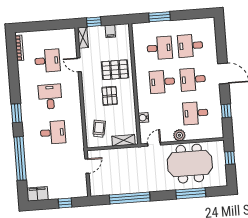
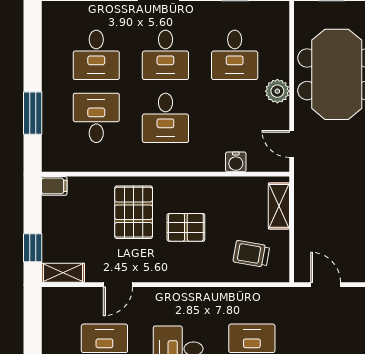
filing cabinet: (110, 31) -> (54, 186), moved

